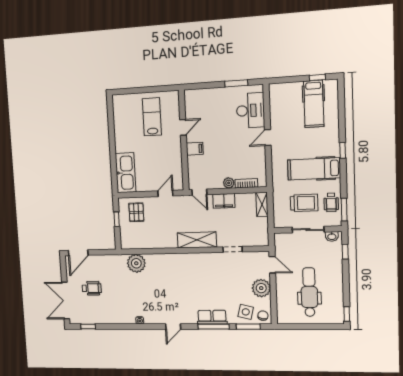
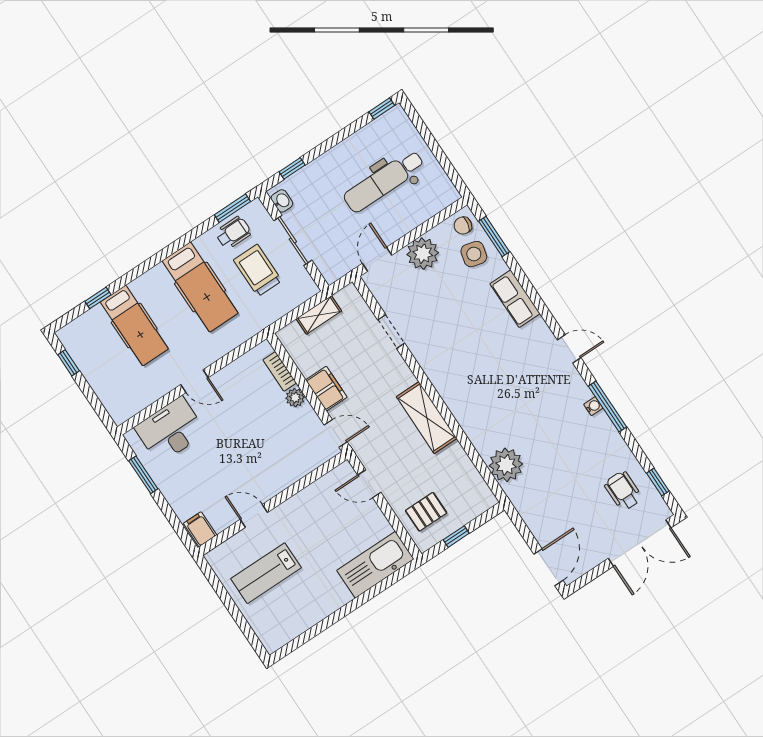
hospital bed: (314, 104) -> (134, 325), moved, turned 90
filing cabinet: (195, 149) -> (200, 529), moved
window: (343, 150) -> (98, 298), moved
door: (199, 192) -> (336, 433), hinge flipped
shelving: (262, 204) -> (319, 315), moved
shelving: (197, 240) -> (427, 418), moved
door: (78, 253) -> (548, 567), hinge flipped
wheelchair: (92, 288) -> (623, 491), moved
window: (214, 327) -> (608, 407), moved

